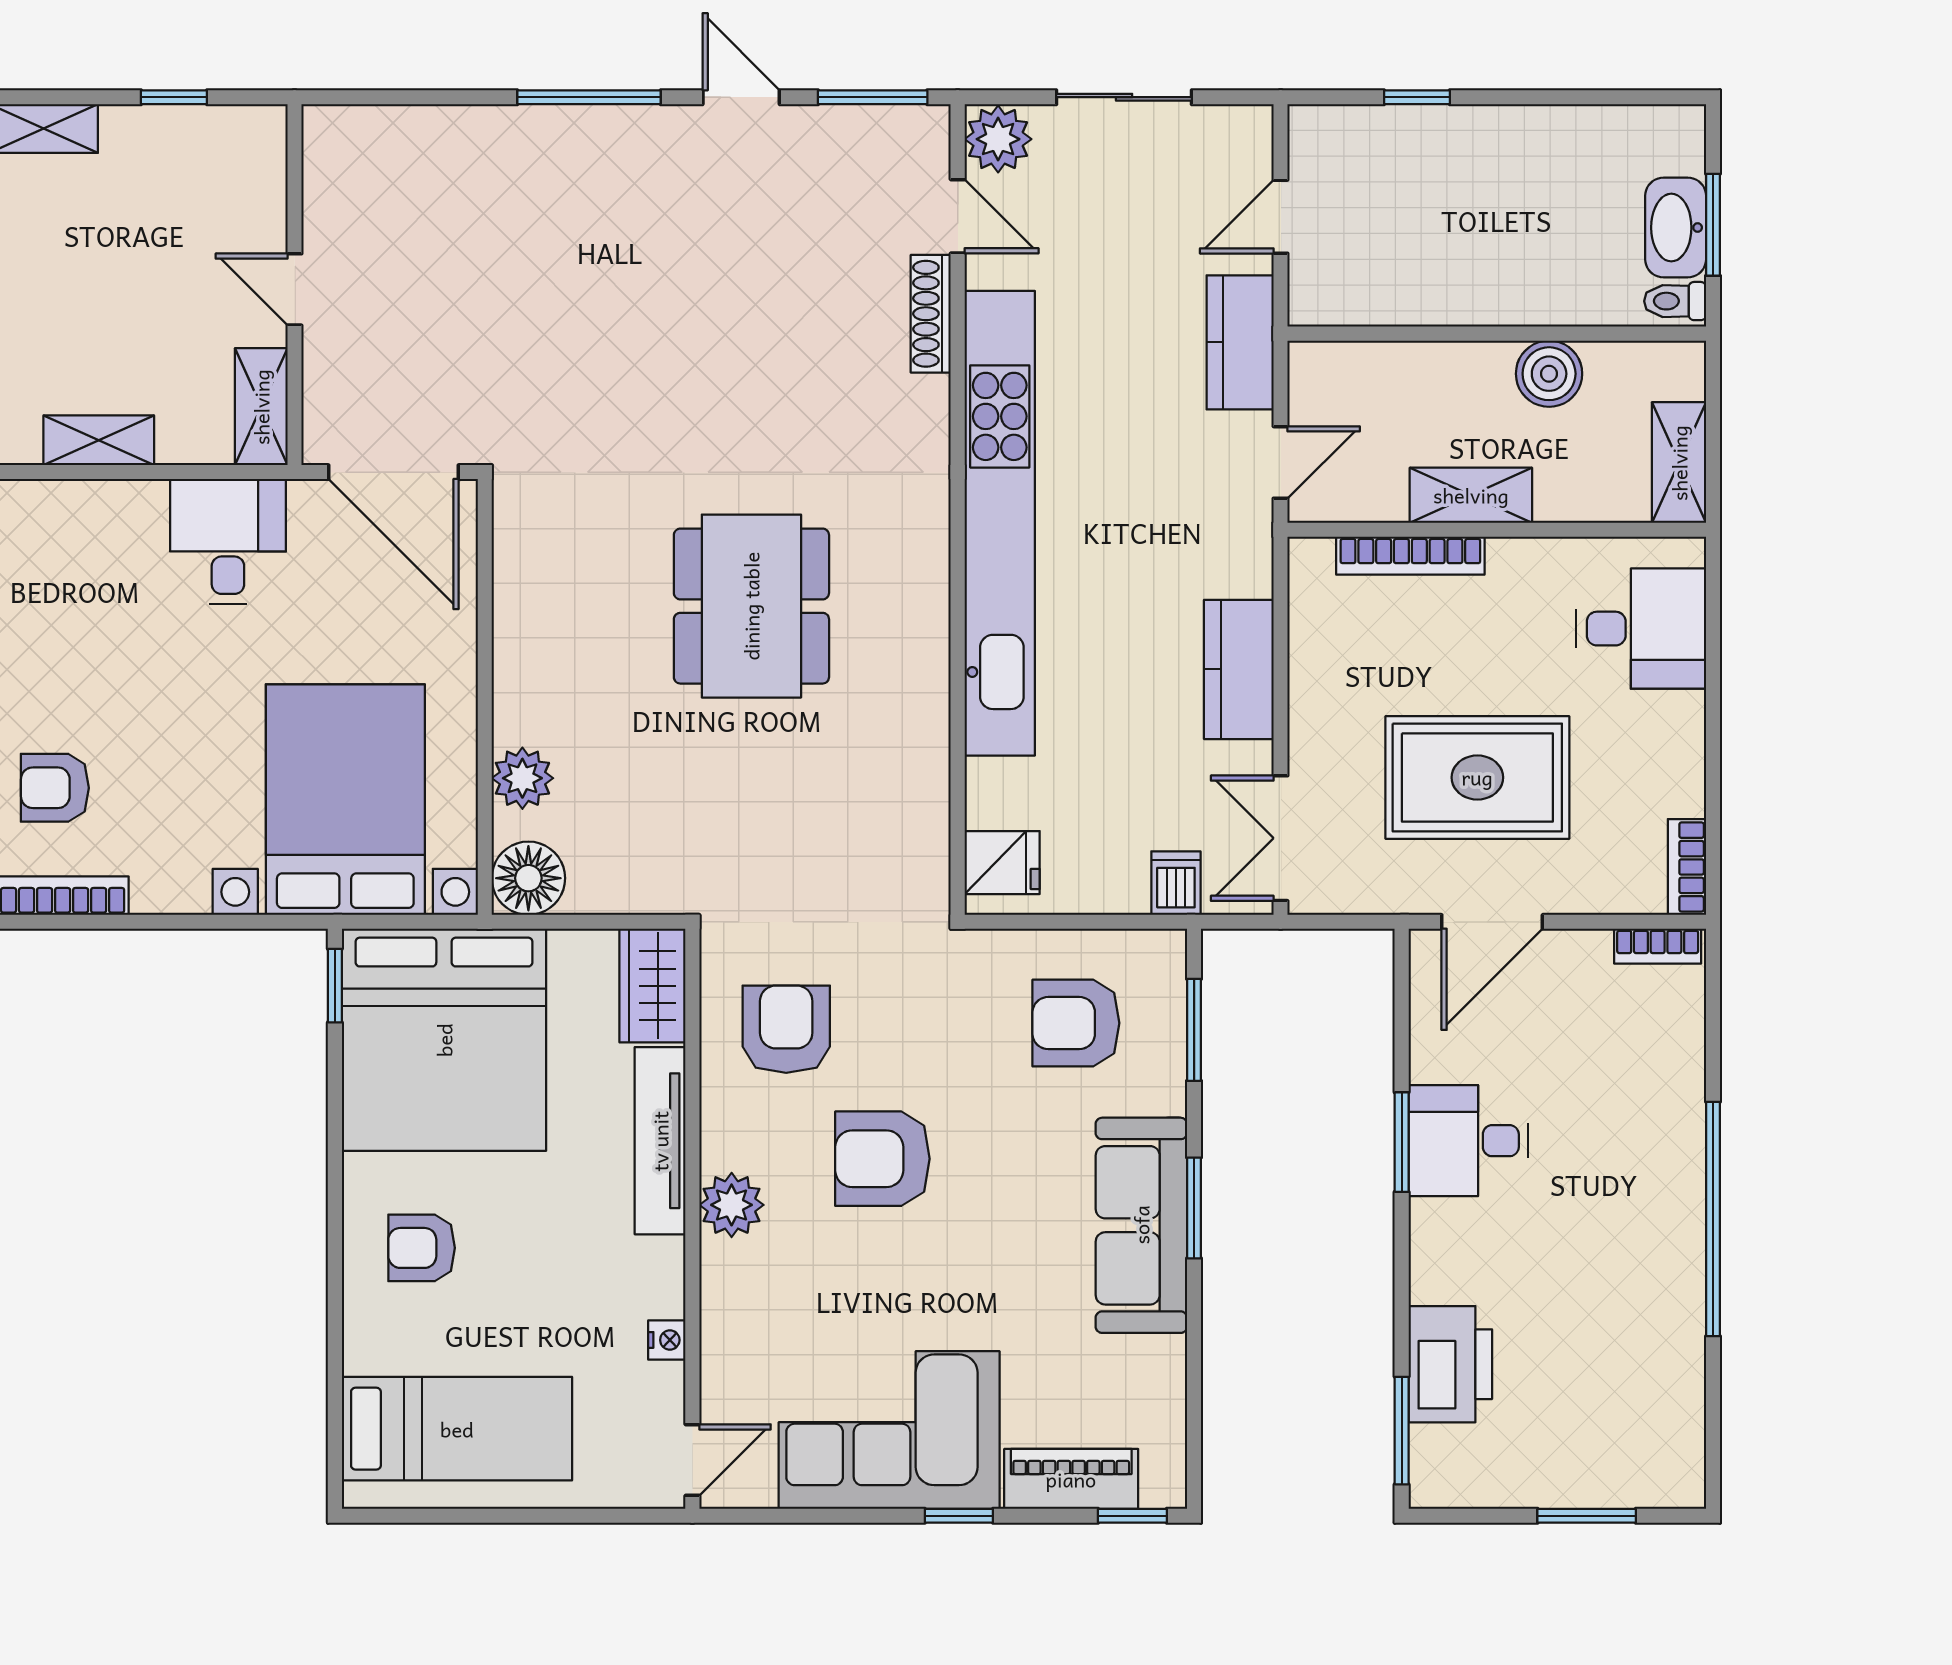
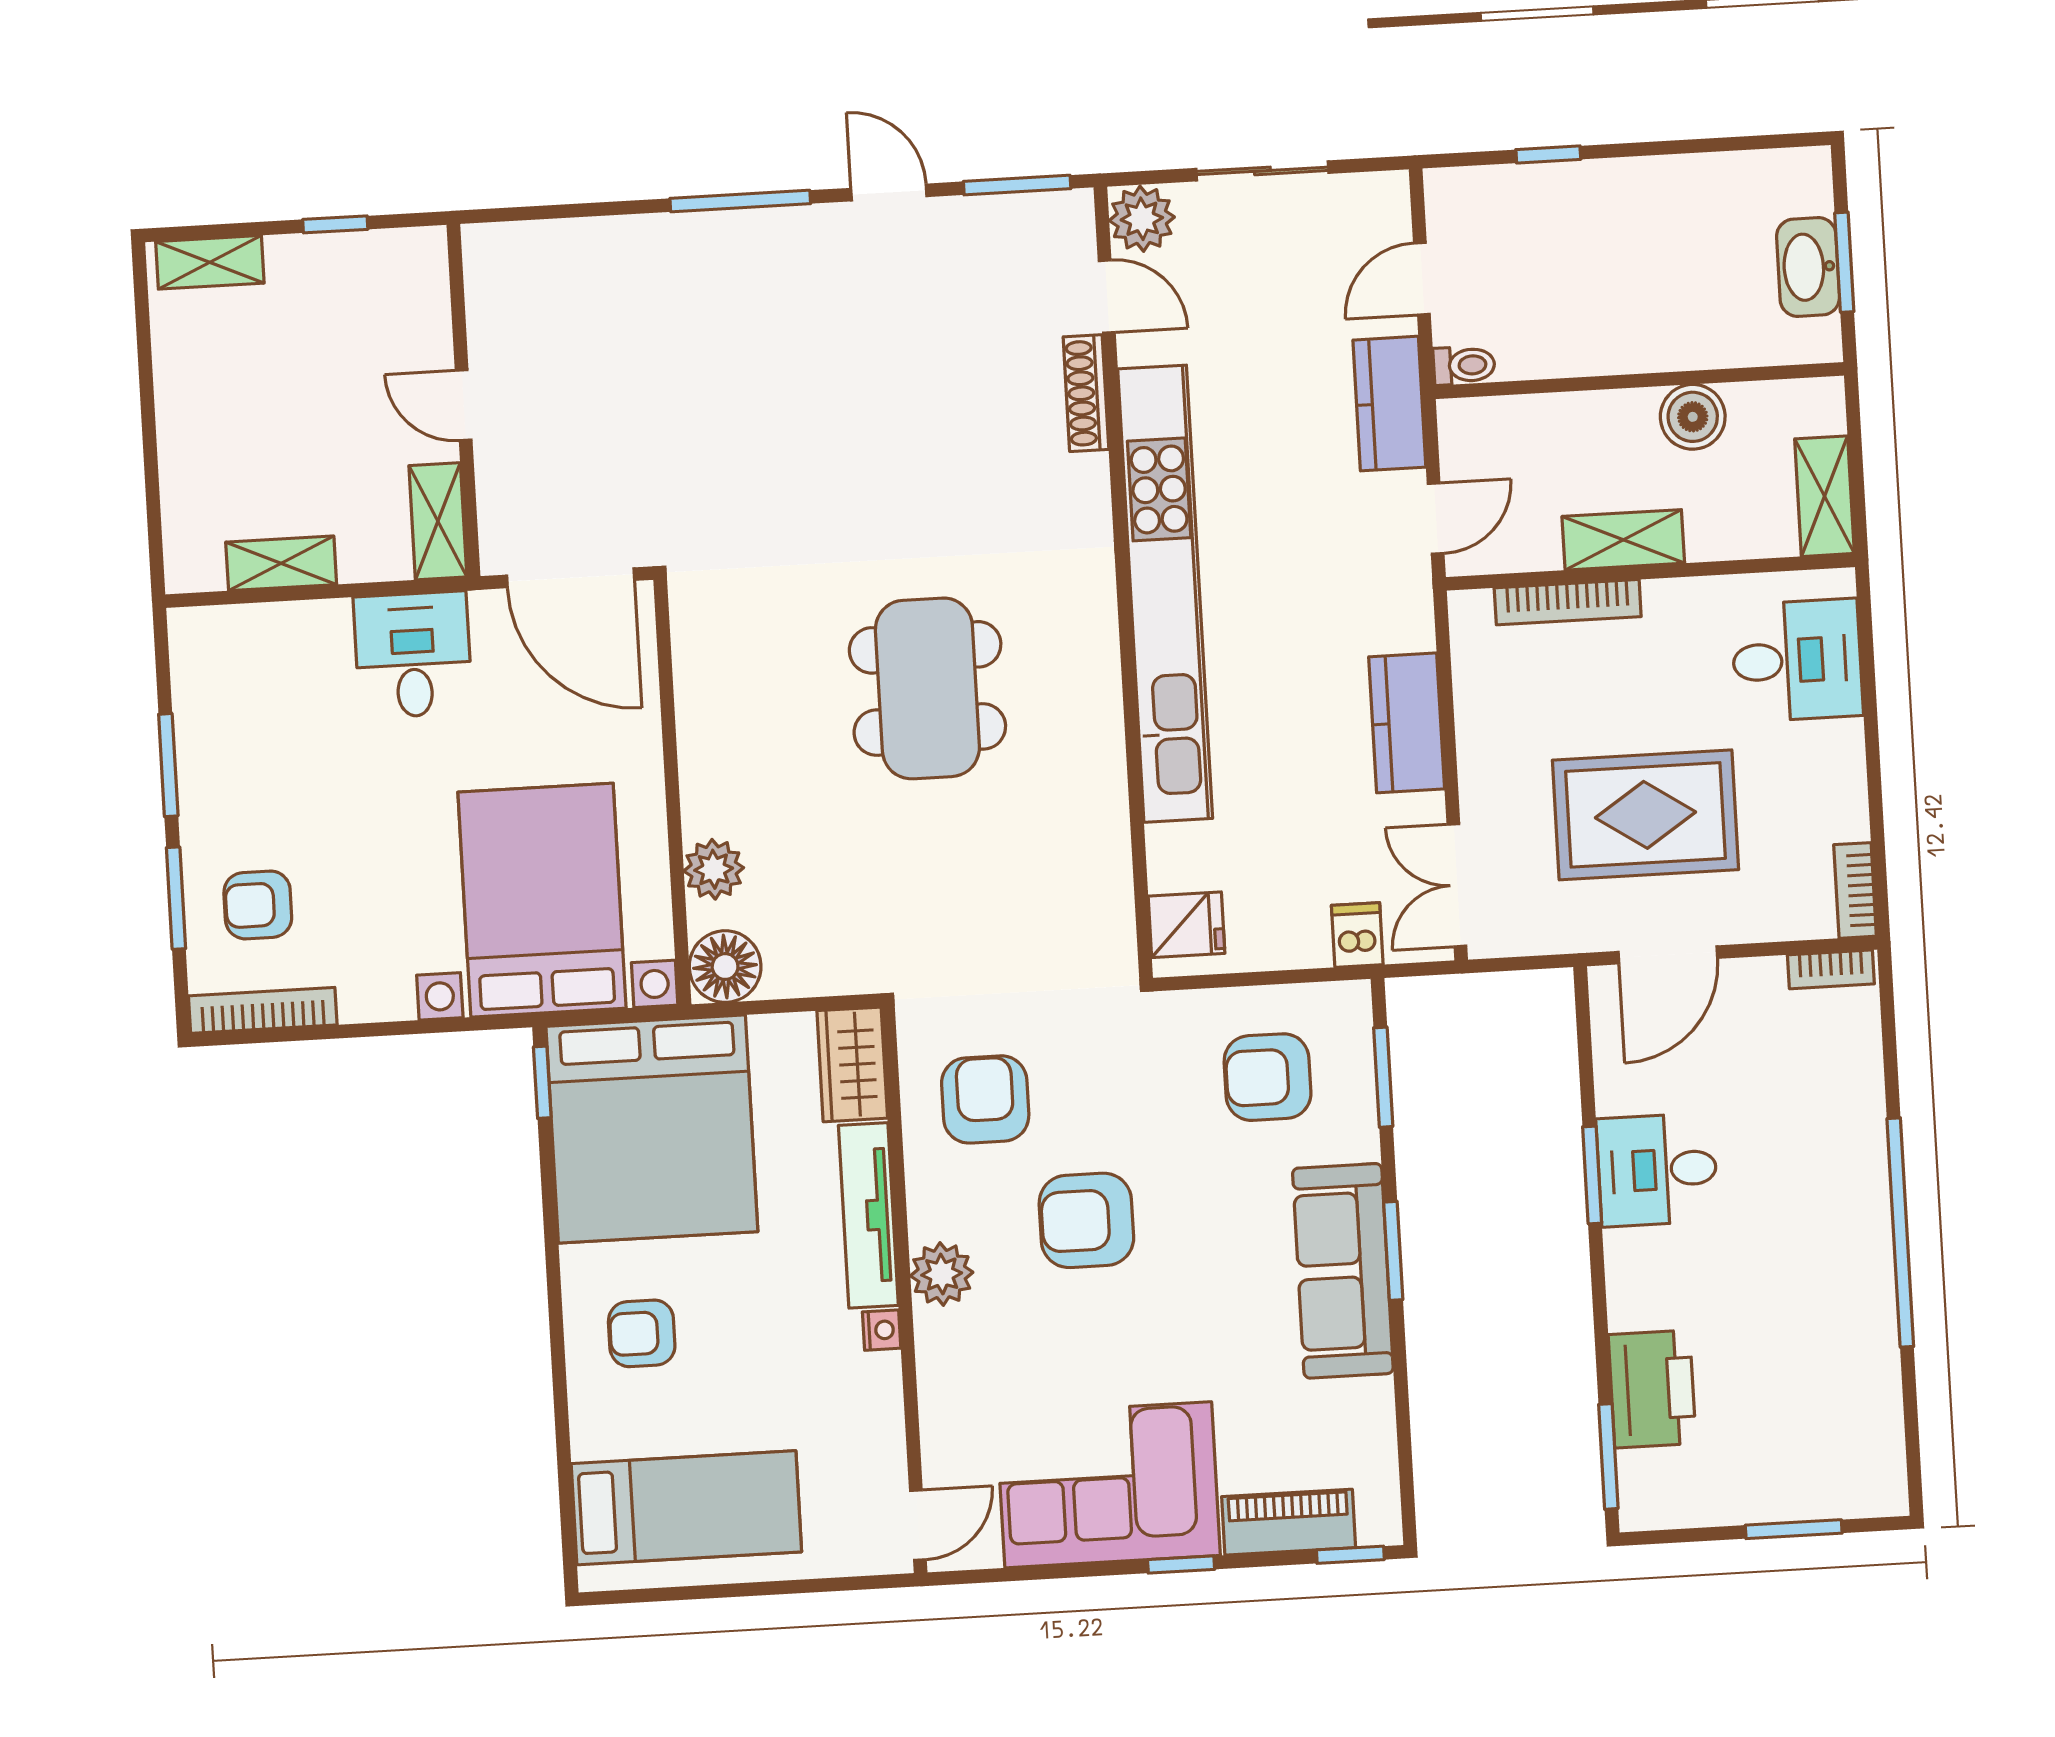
toilet: (1675, 301) -> (1464, 365), moved, turned 180
nightstand: (667, 1340) -> (882, 1330), moved

